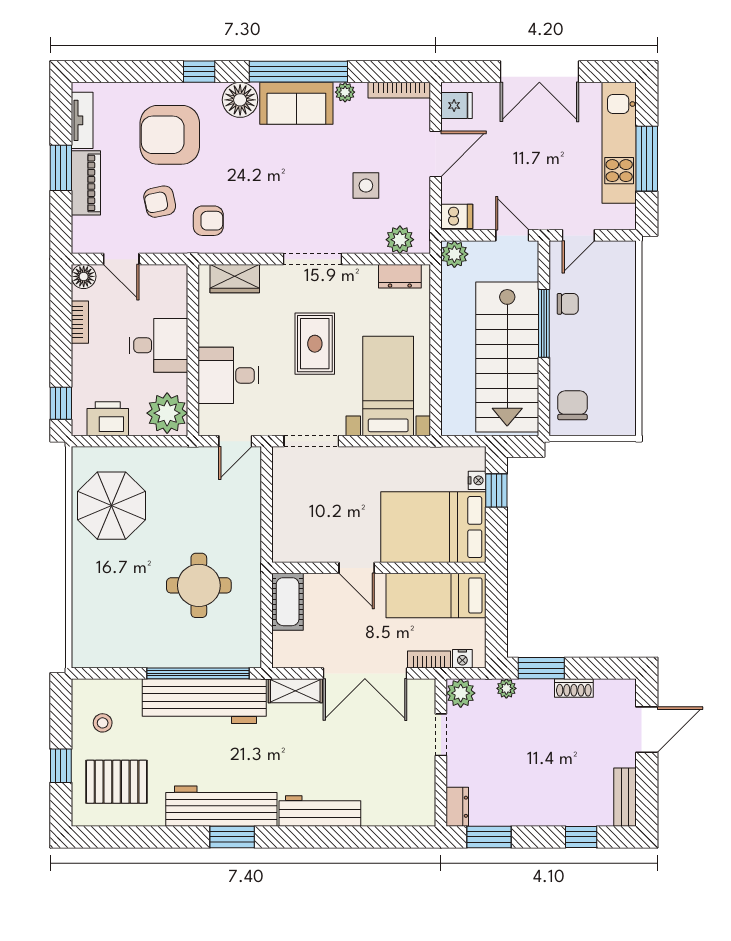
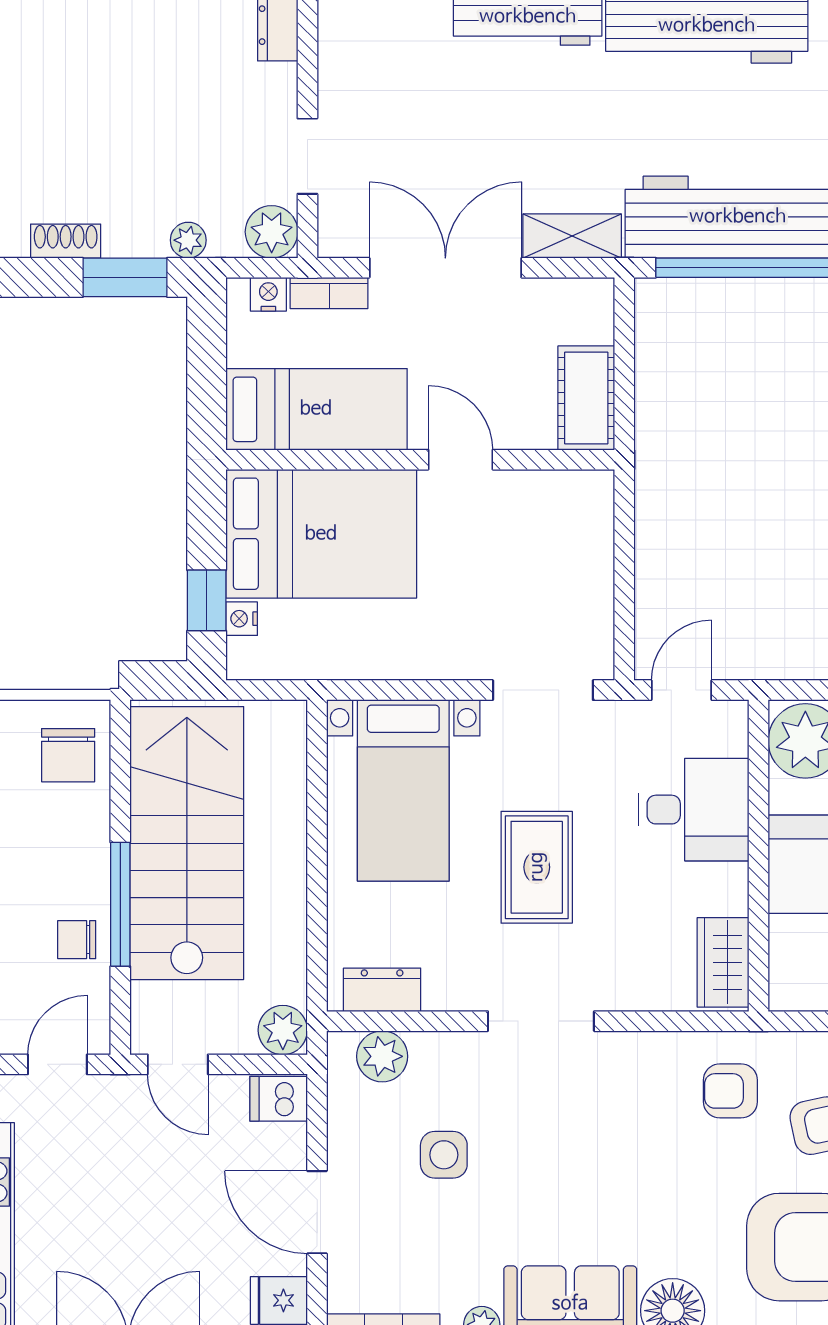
door: (436, 154) -> (317, 1212), hinge flipped
wardrobe: (235, 279) -> (723, 962), moved, turned -90
round table: (199, 585) -> (748, 428), removed

